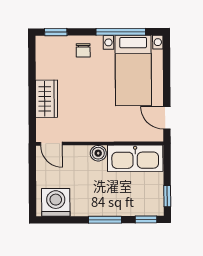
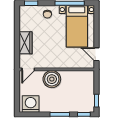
door: (51, 144) -> (28, 69), hinge flipped
boiler: (98, 153) -> (52, 79), width x1.86, depth x1.86
kitchen sink: (135, 158) -> (78, 78), removed

